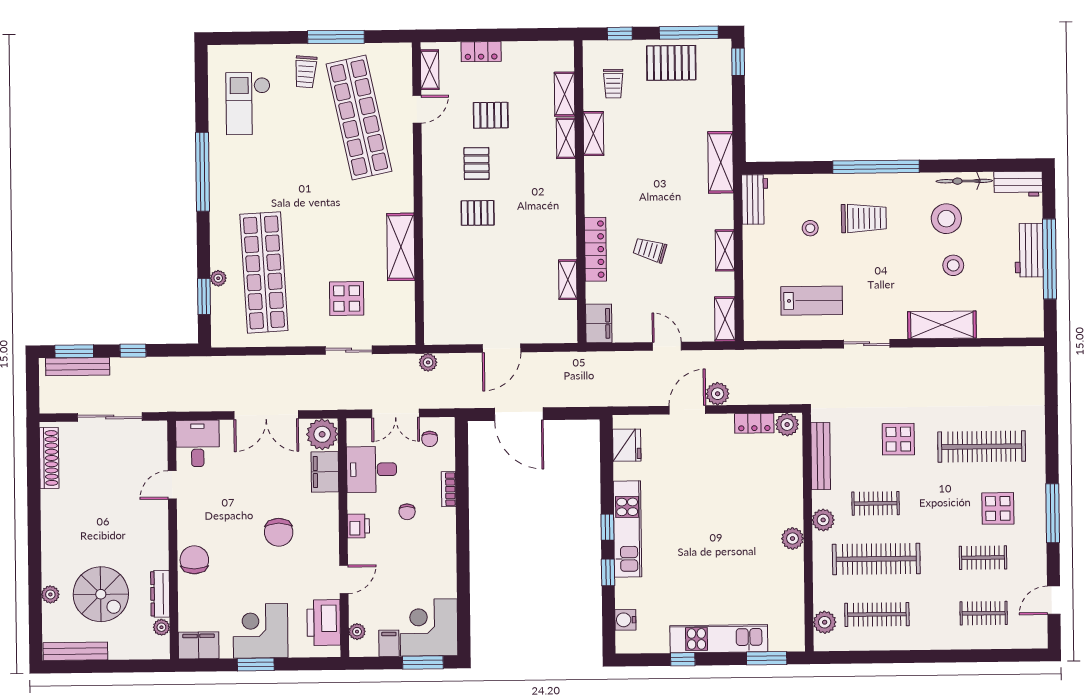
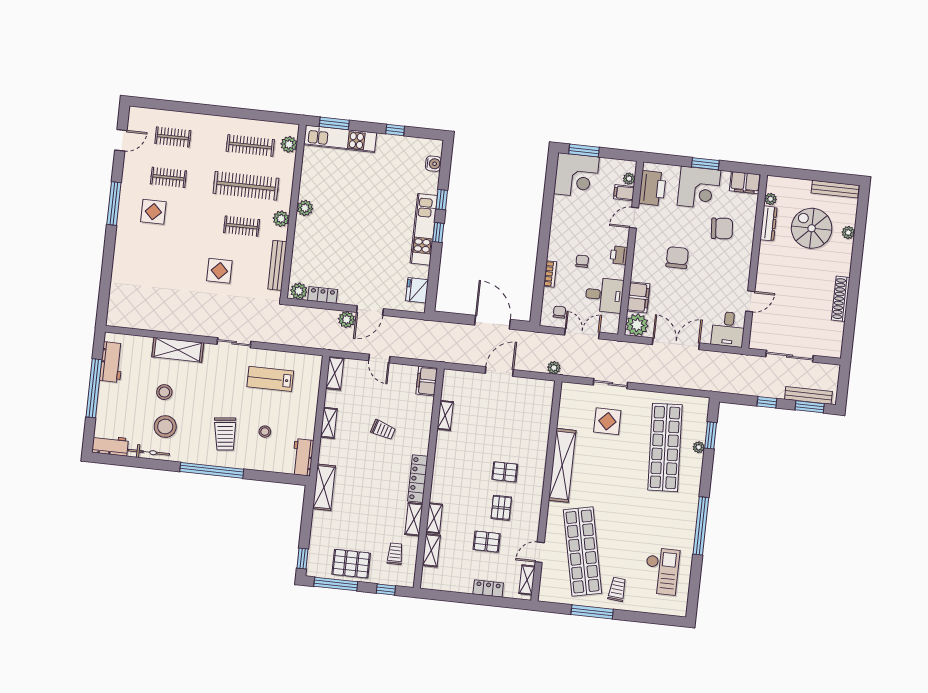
trolley: (864, 218) -> (225, 434), turned -96
shelving: (401, 247) -> (562, 465), width x1.47
locker: (595, 249) -> (418, 479), moved
workbench: (1029, 250) -> (112, 362), moved
clothes rail: (982, 447) -> (160, 258), removed
shoe rack: (49, 458) -> (841, 299), moved
chair: (194, 560) -> (722, 228), moved, turned -95
kitchen unit: (719, 639) -> (340, 139), moved
filing cabinet: (389, 643) -> (624, 193), moved, turned 90

